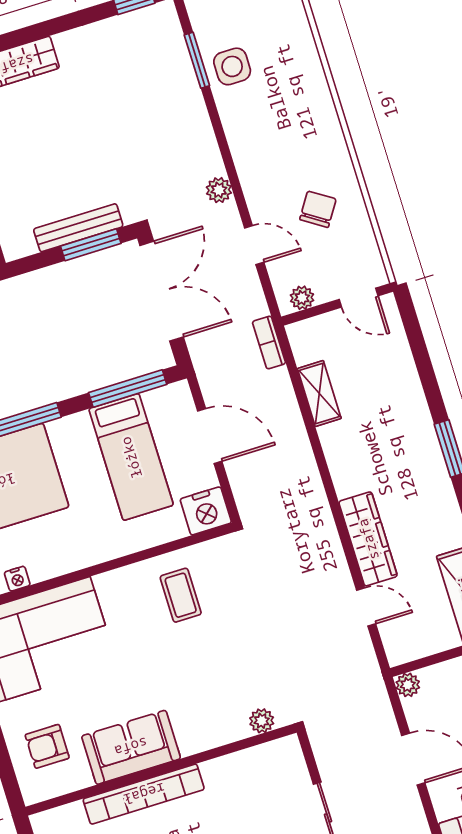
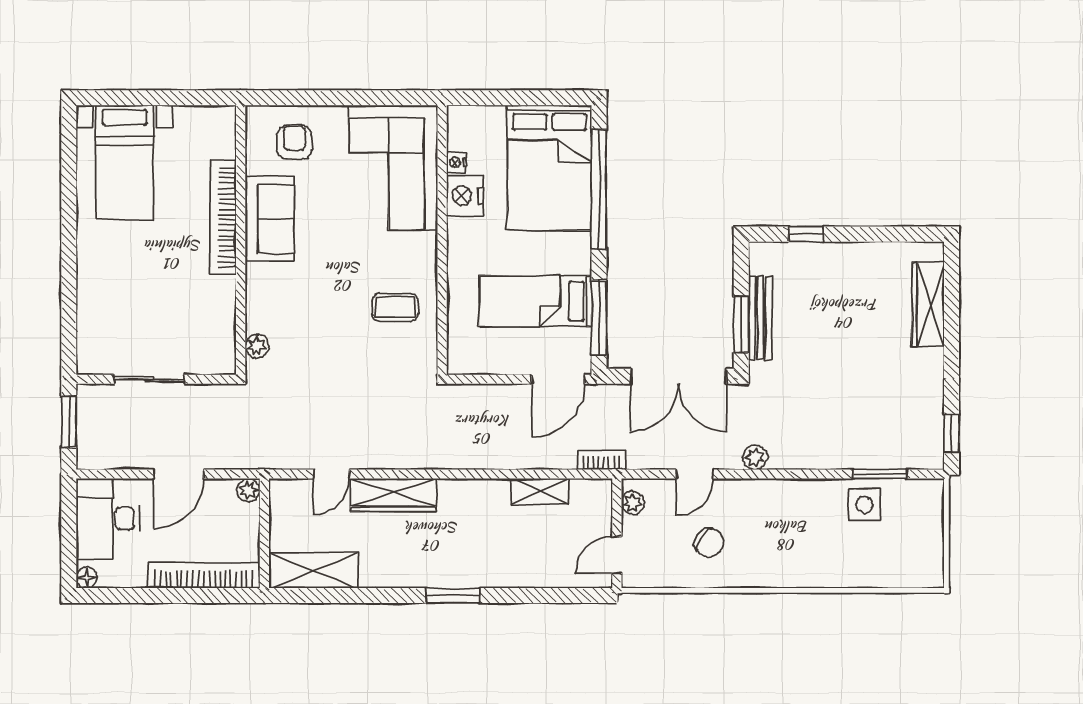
door: (210, 436) -> (558, 379), moved
nightstand: (206, 511) -> (465, 196), moved

